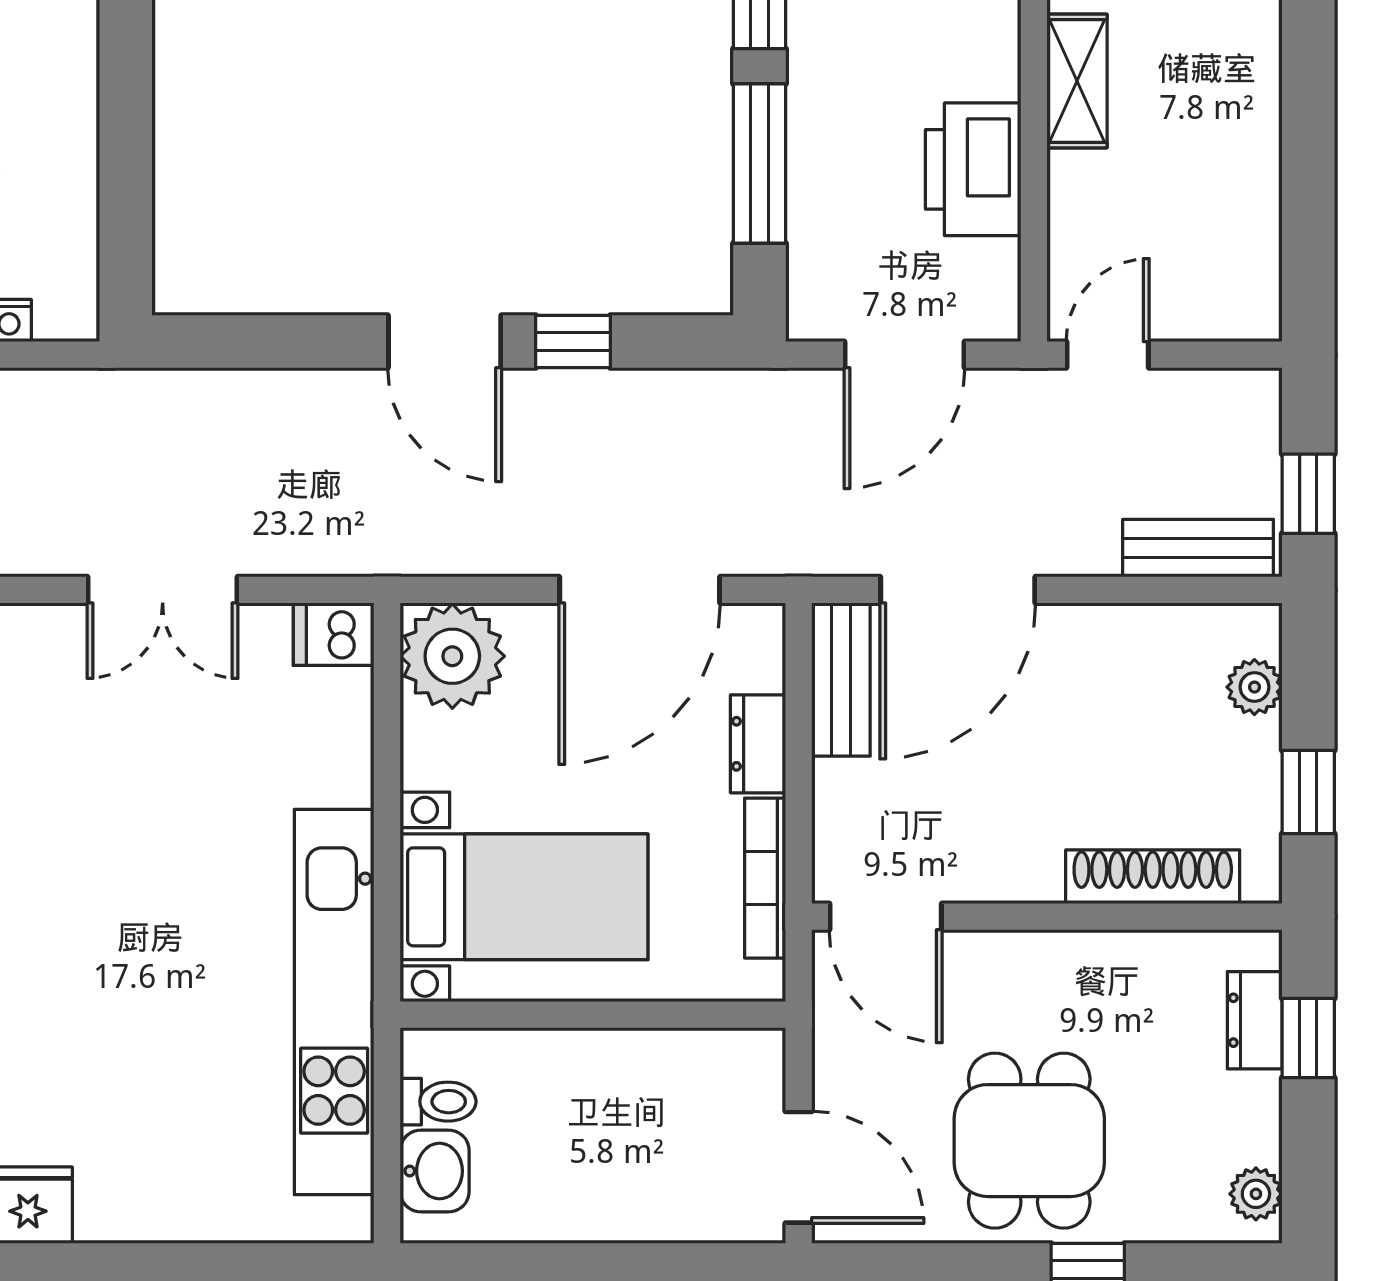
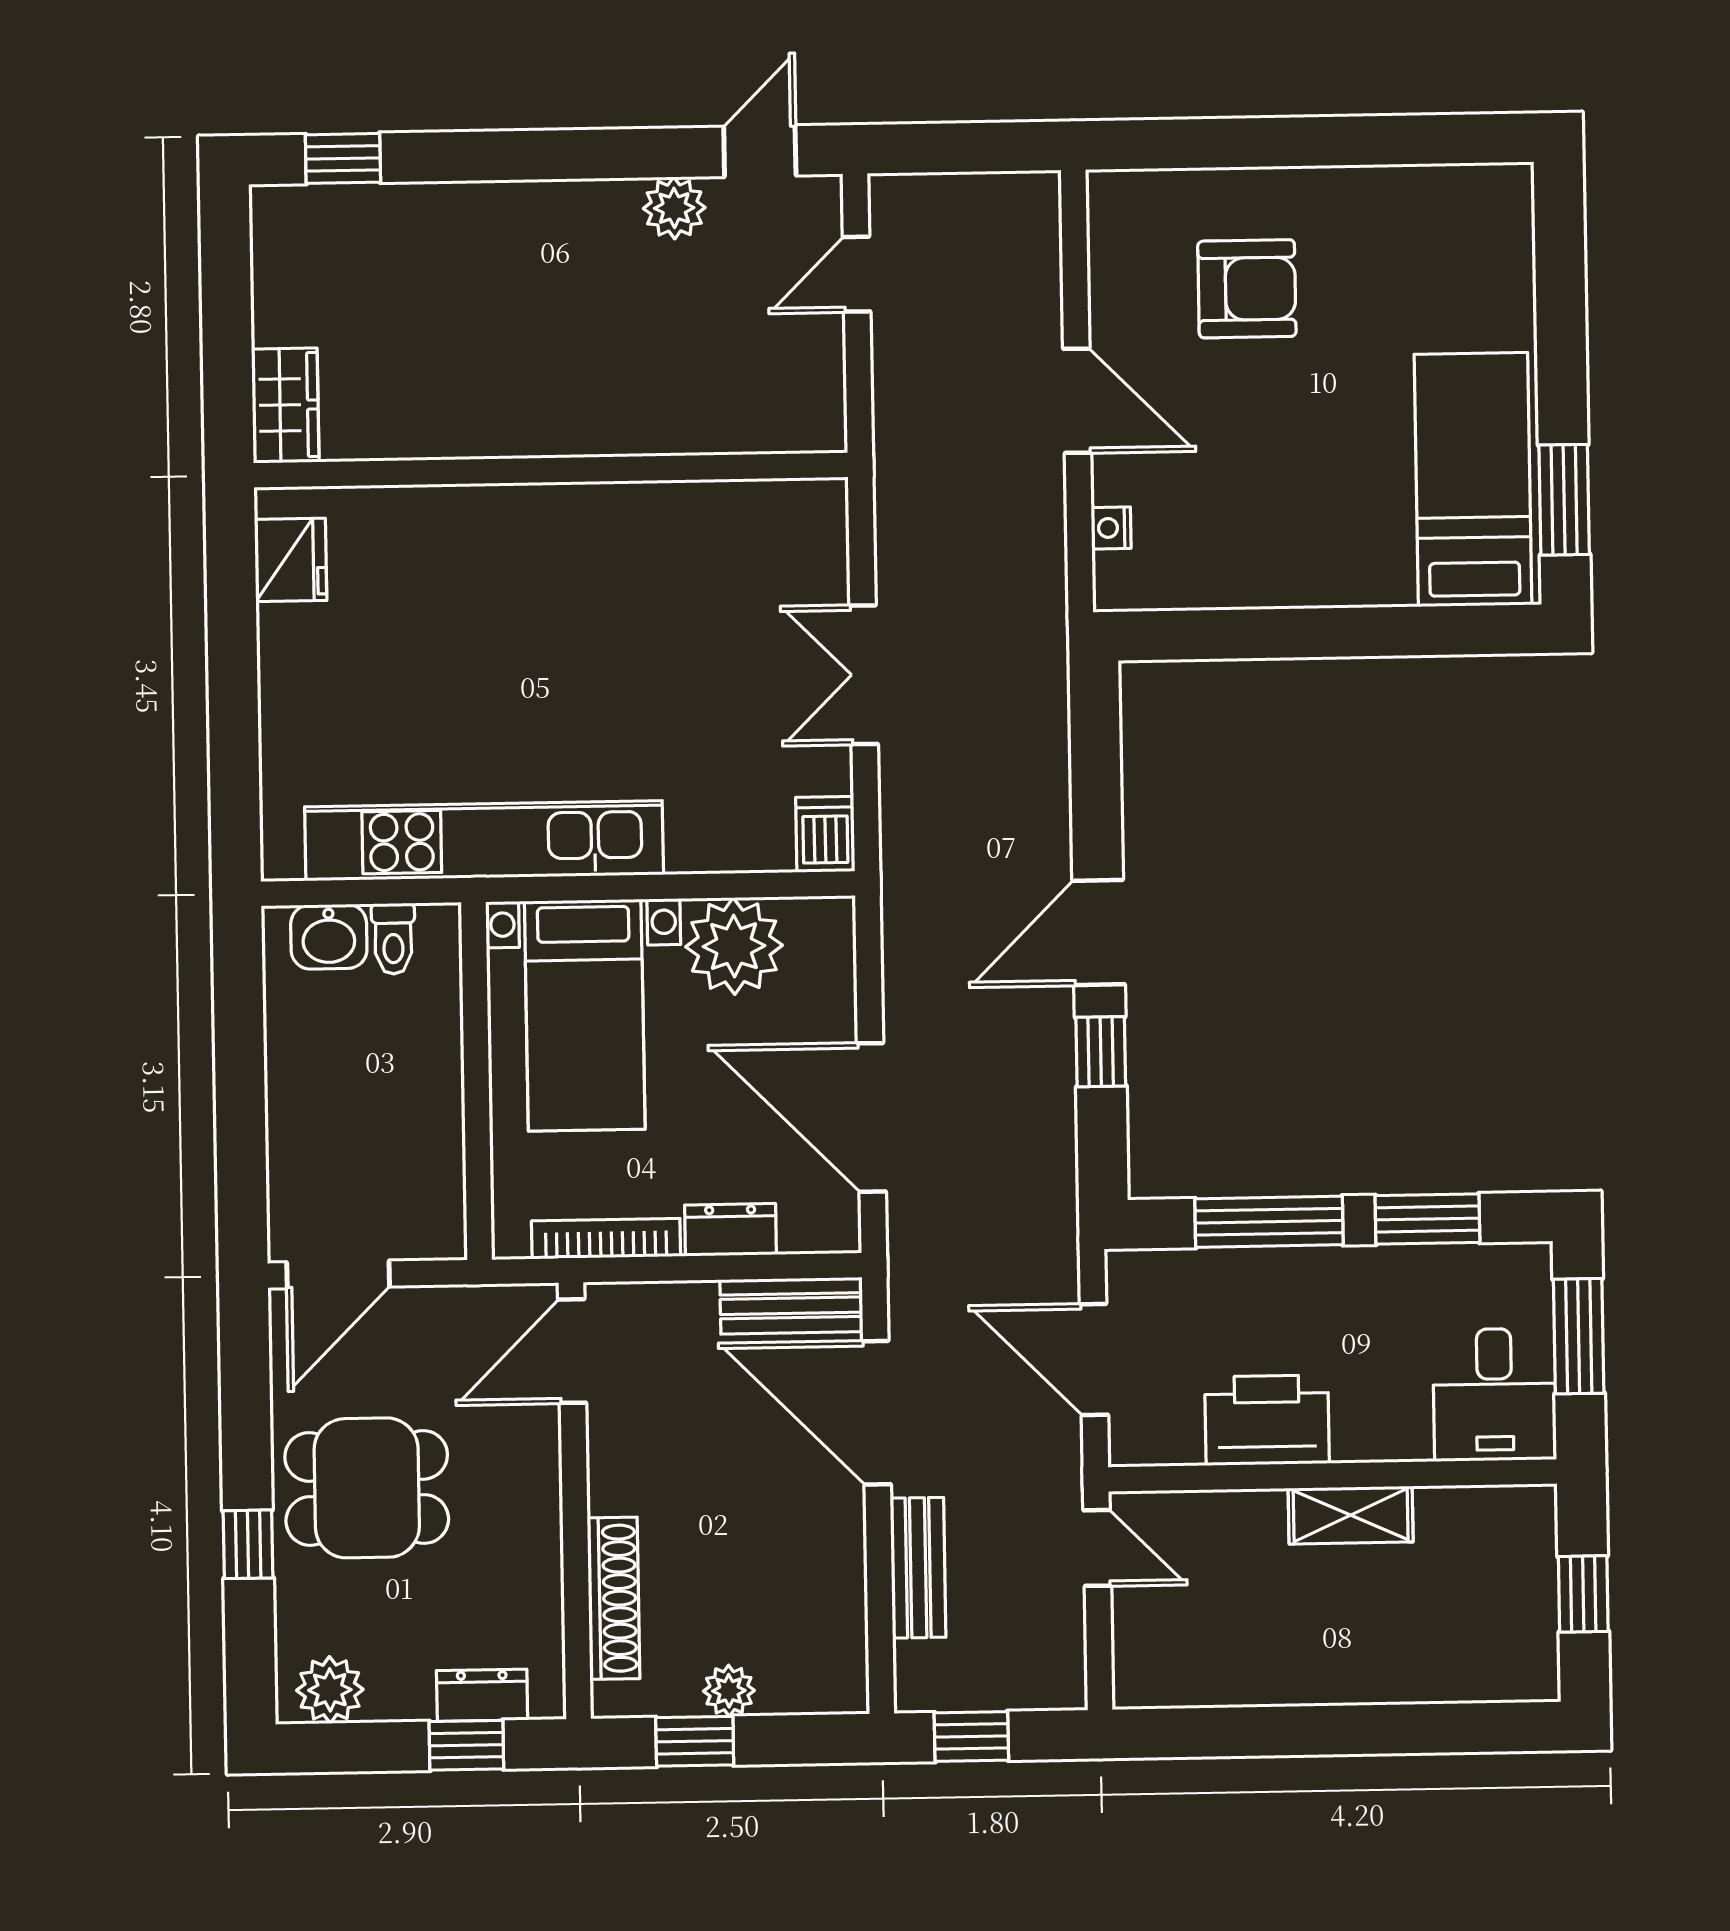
bench: (1198, 548) -> (918, 1568), moved
plant: (452, 656) -> (734, 946), moved
plant: (1254, 687) -> (729, 1691), moved
plant: (1256, 1194) -> (330, 1690), width x1.38, depth x1.38

